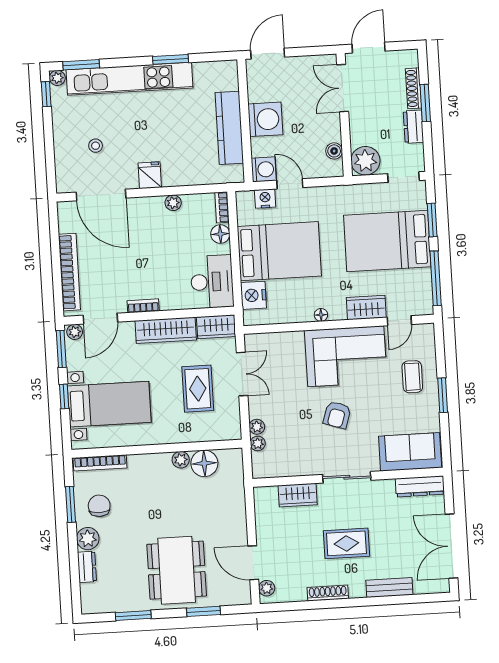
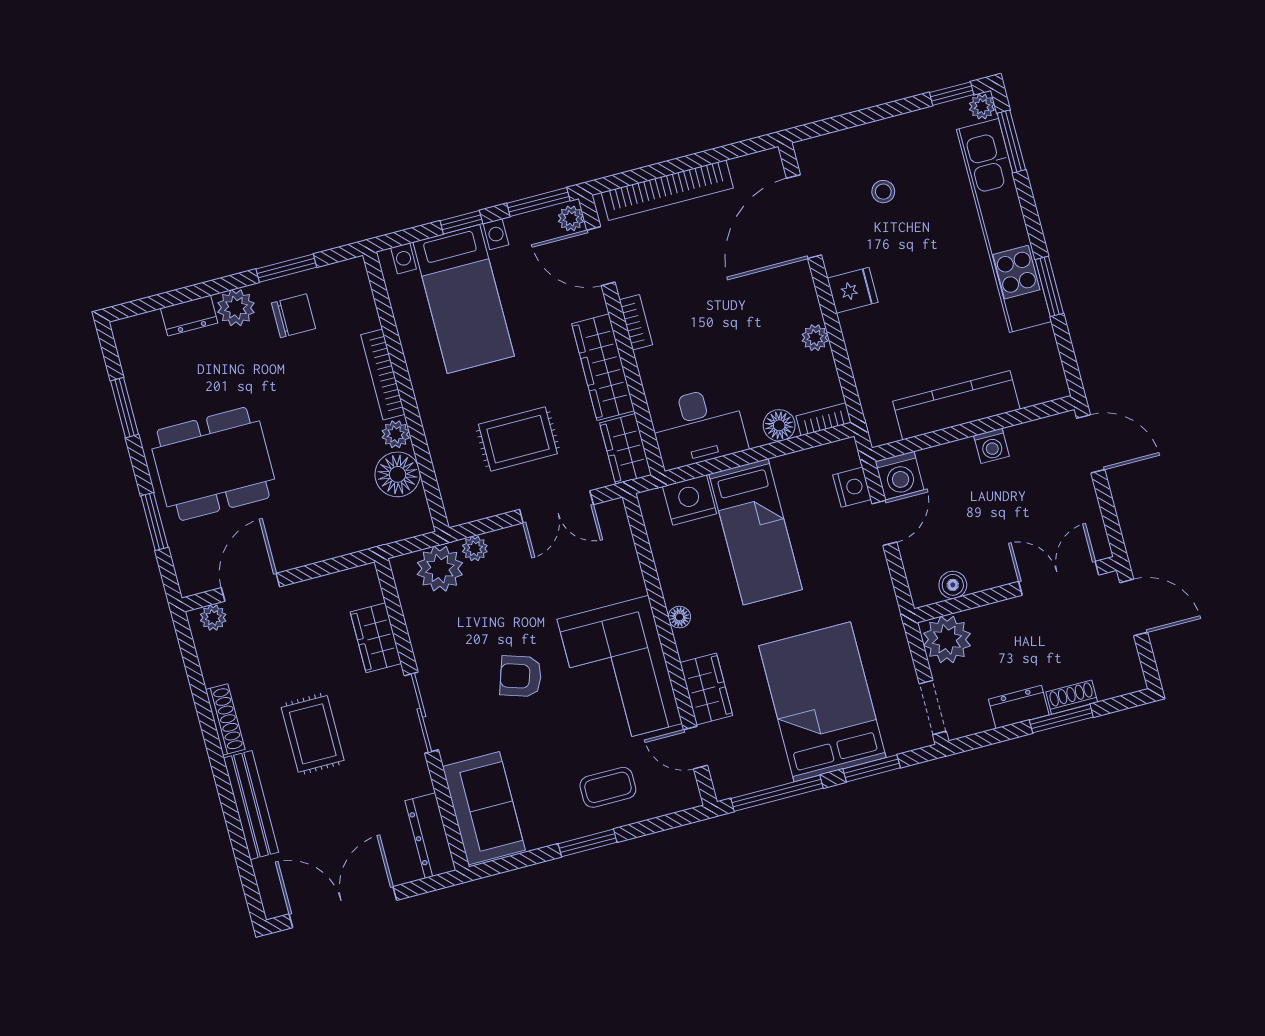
shoe rack: (413, 88) -> (1072, 697), width x0.70
washing machine: (265, 119) -> (992, 446), width x0.53, depth x0.53
bed: (279, 251) -> (756, 532), width x0.67
plant: (258, 443) -> (440, 569), width x1.87, depth x1.87
bookcase: (100, 463) -> (383, 375), moved
bench: (389, 587) -> (251, 805), width x1.36

